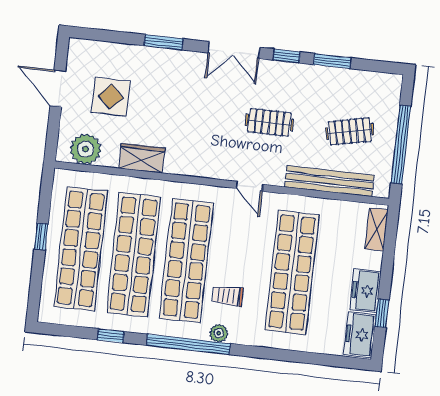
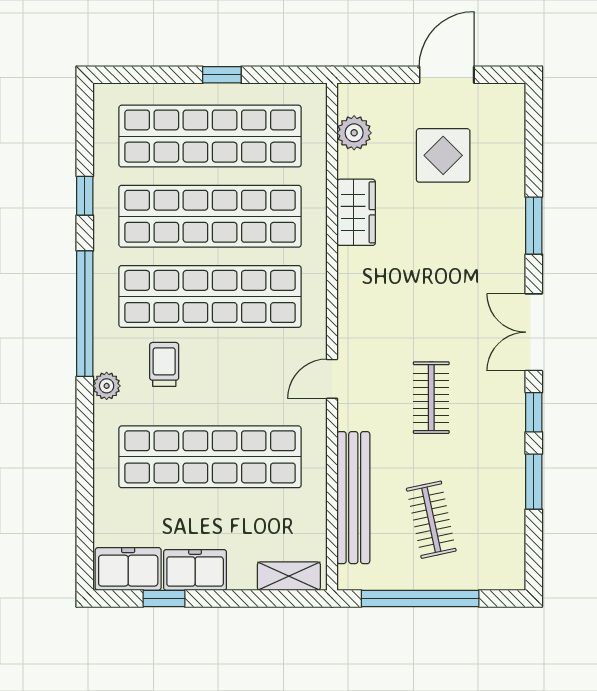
plant: (86, 149) -> (354, 133), width x0.73, depth x0.73
plant: (219, 333) -> (107, 386), moved

